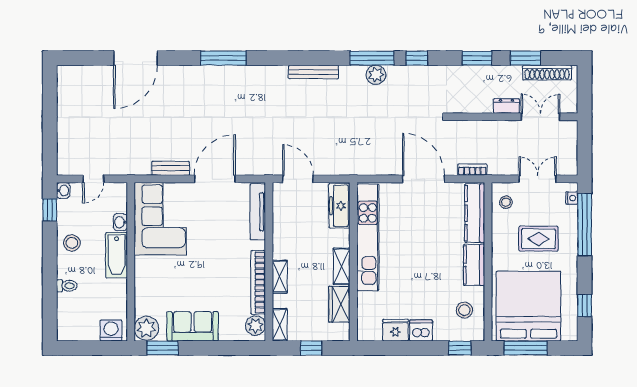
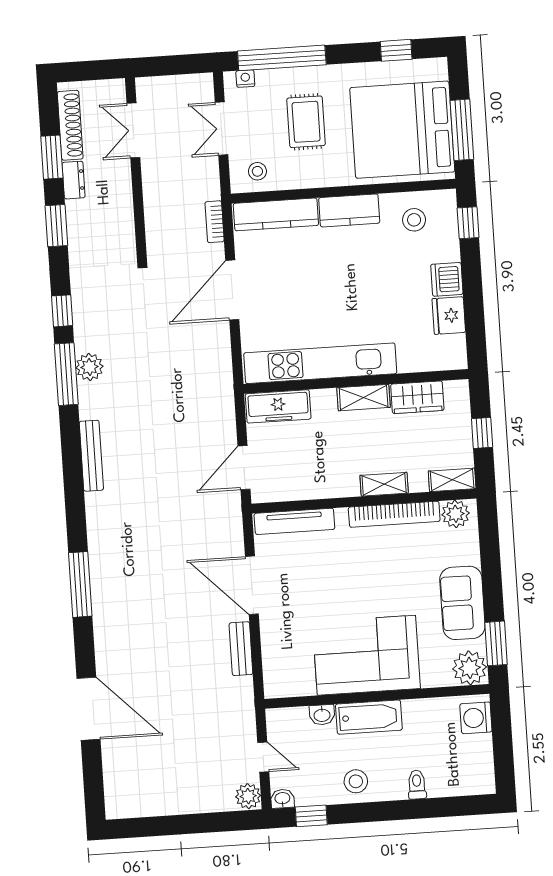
dresser: (506, 106) -> (74, 180), moved, turned 180
plant: (67, 166) -> (248, 796), added
corner sofa: (160, 219) -> (366, 655), moved

